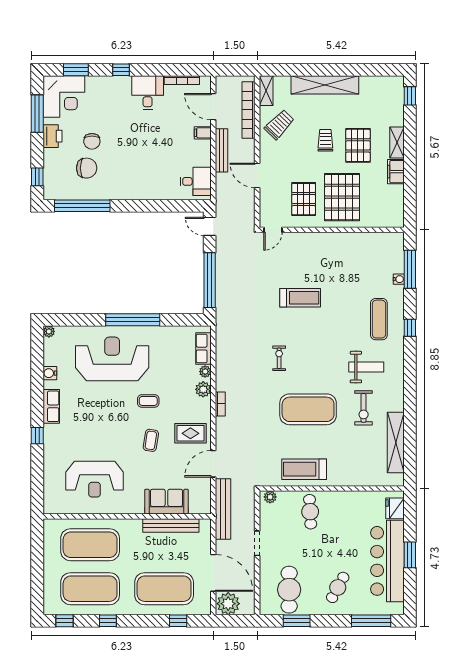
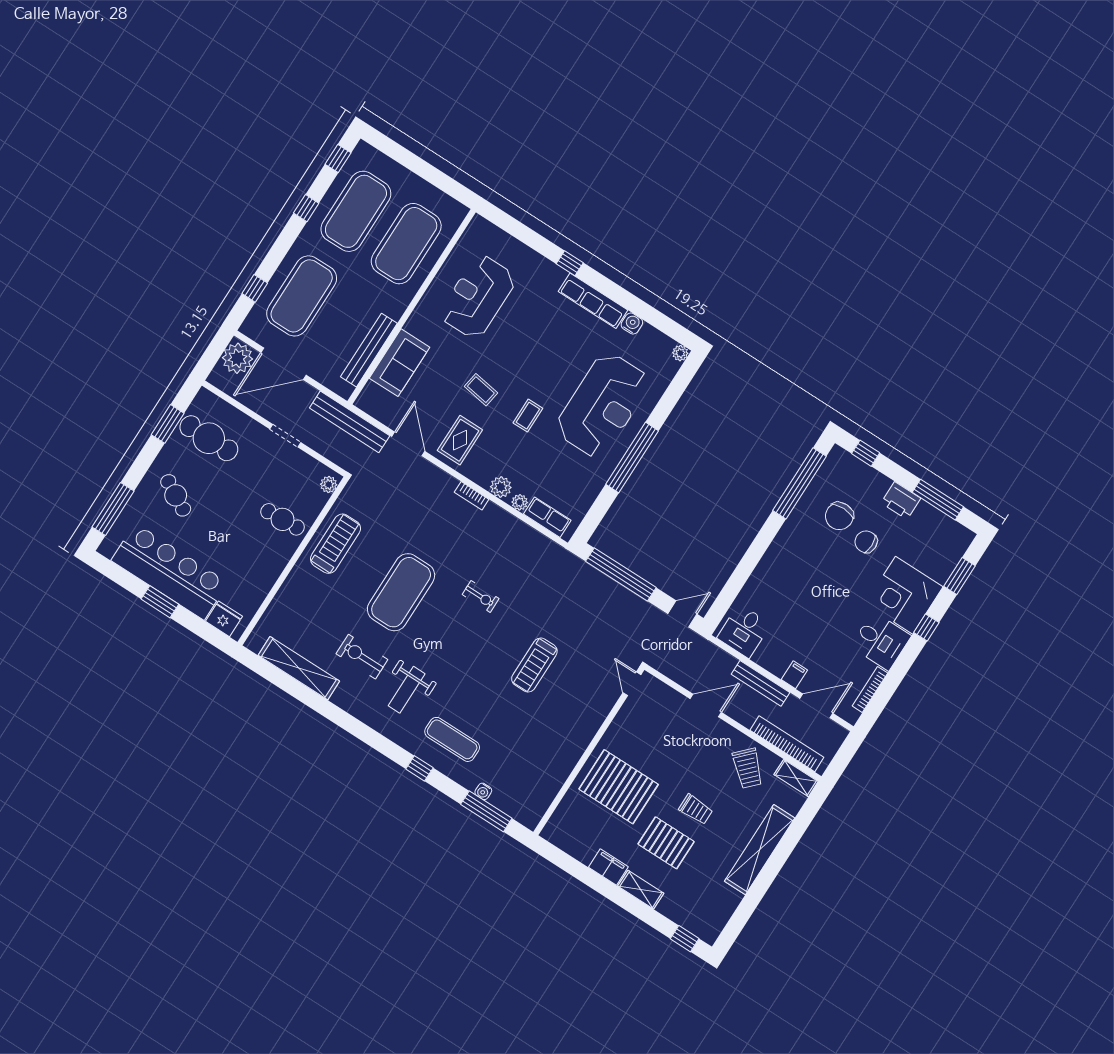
corner desk: (64, 96) -> (904, 595), moved
pallet: (304, 199) -> (645, 741), removed
row of seats: (51, 406) -> (593, 301), width x1.48

